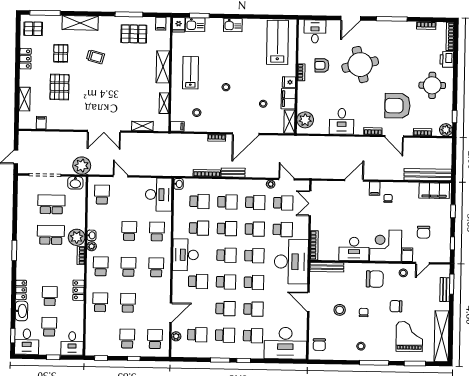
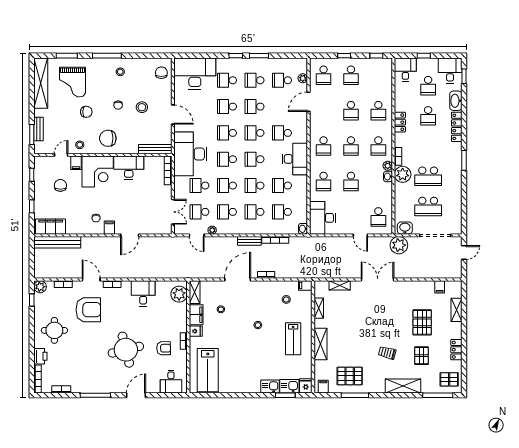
kitchen sink: (233, 25) -> (270, 386), moved
locker: (21, 290) -> (457, 127), width x1.53

